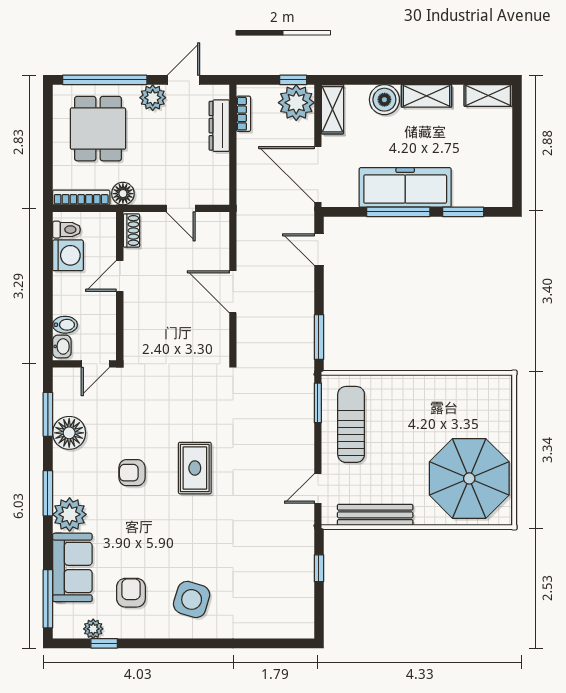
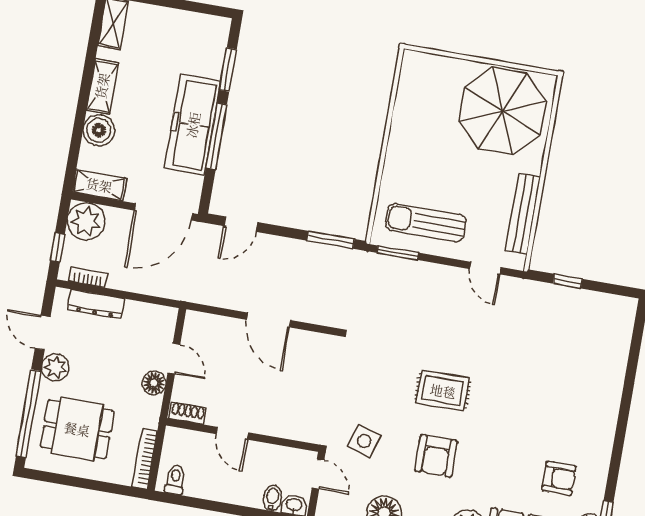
window: (293, 80) -> (57, 247), moved
floor lamp: (123, 194) -> (154, 383), moved
door: (181, 208) -> (174, 359), hinge flipped
washing machine: (68, 255) -> (202, 483), removed
door: (233, 292) -> (269, 320), hinge flipped
armchair: (132, 473) -> (436, 456), width x1.38, depth x1.38
armchair: (131, 593) -> (559, 478), turned 180
side table: (192, 599) -> (364, 441), moved, width x0.73, depth x0.73

